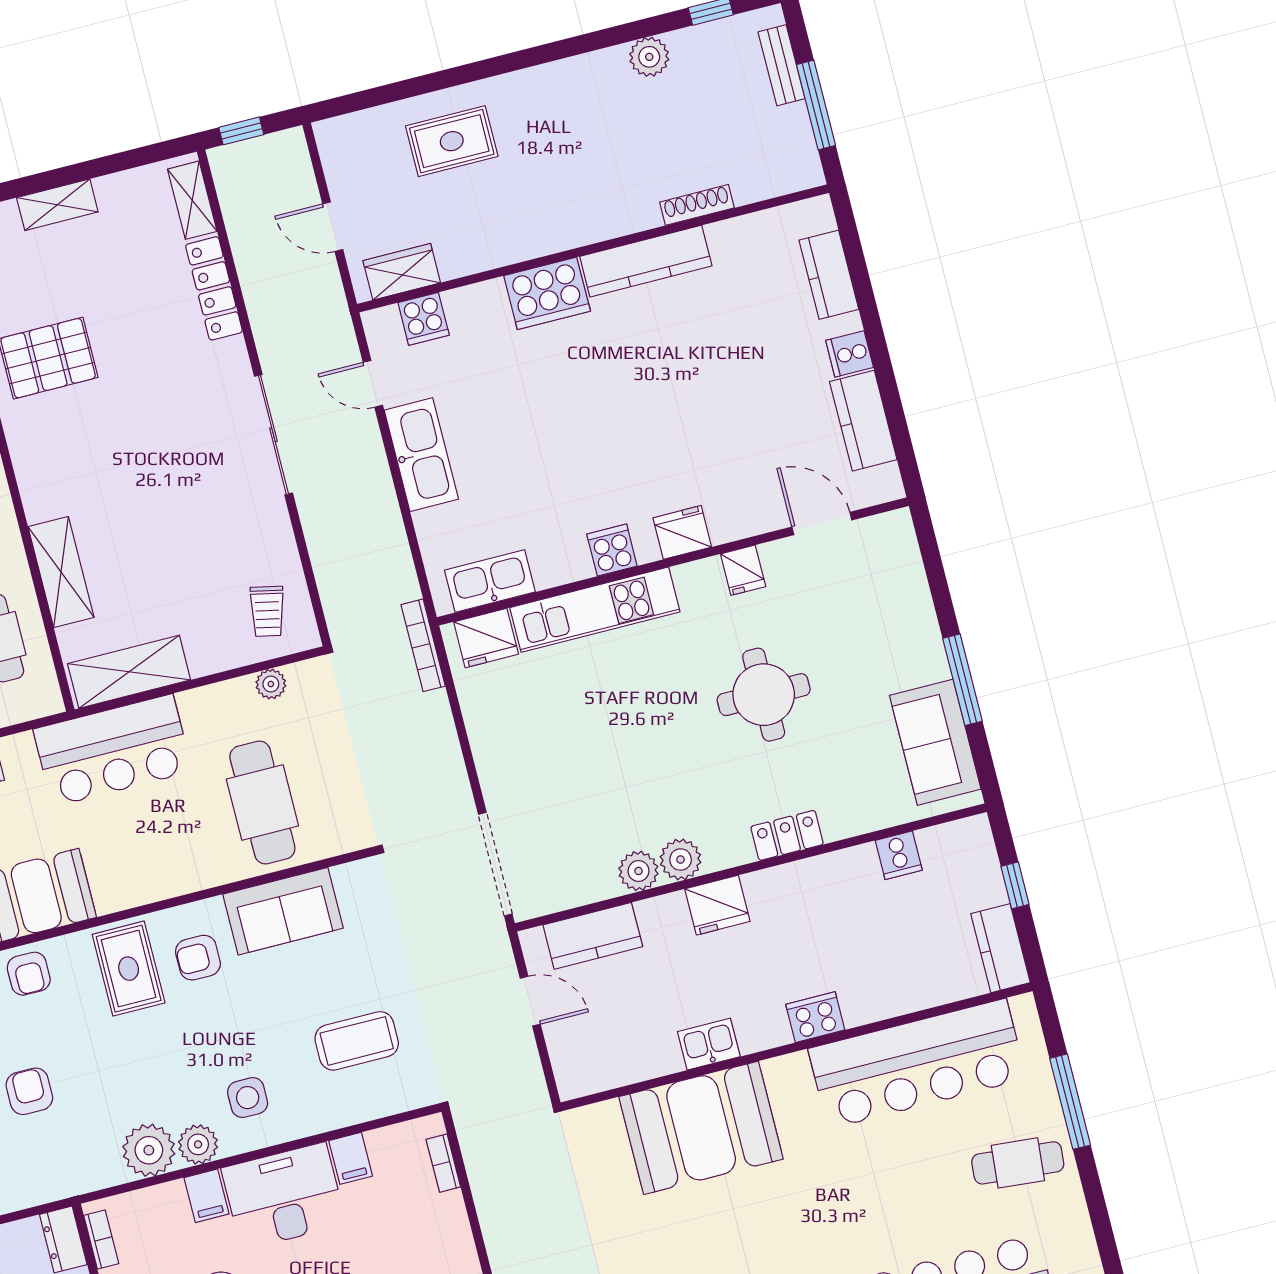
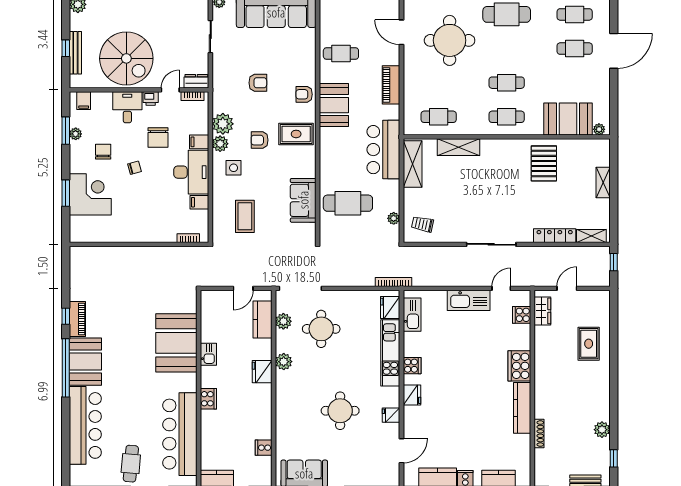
round table: (579, 790) -> (321, 329), added
locker: (787, 835) -> (283, 406), removed
plant: (638, 871) -> (283, 321), moved
armchair: (198, 958) -> (260, 140), moved, turned -90

